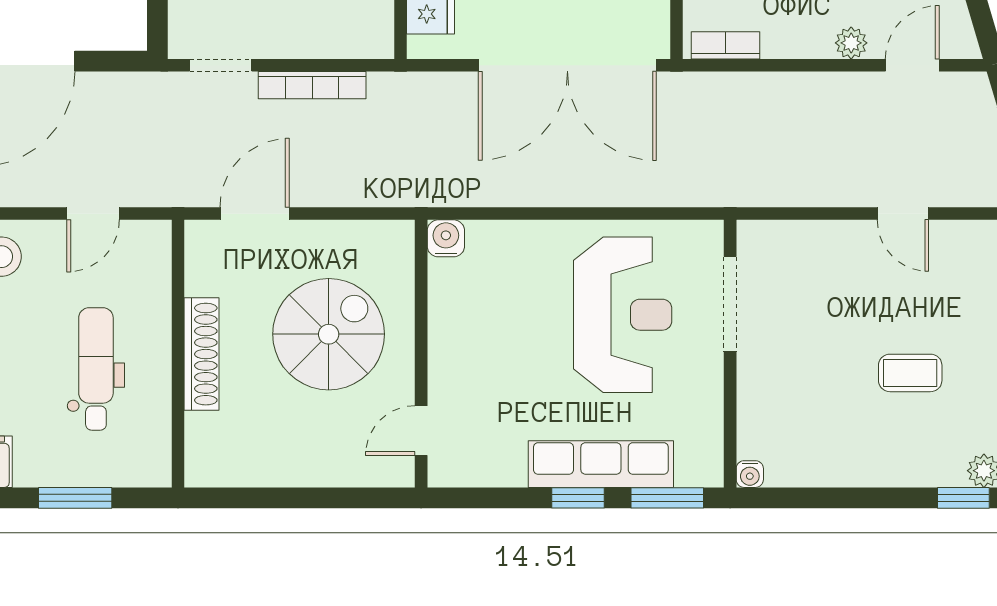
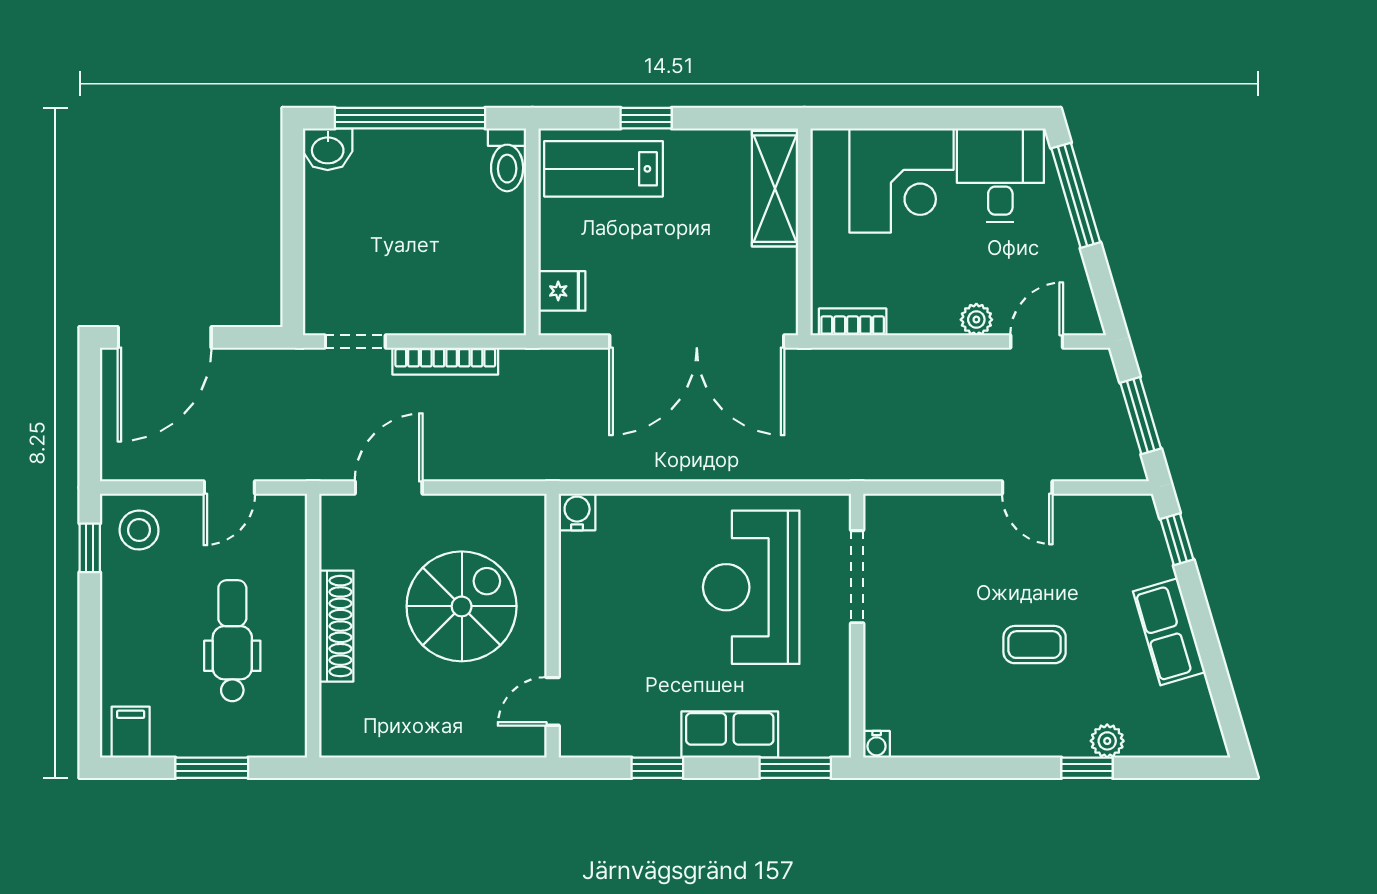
reception desk: (623, 315) -> (751, 587), turned 180
row of seats: (601, 464) -> (730, 734), width x0.68
window: (578, 498) -> (657, 768), moved

